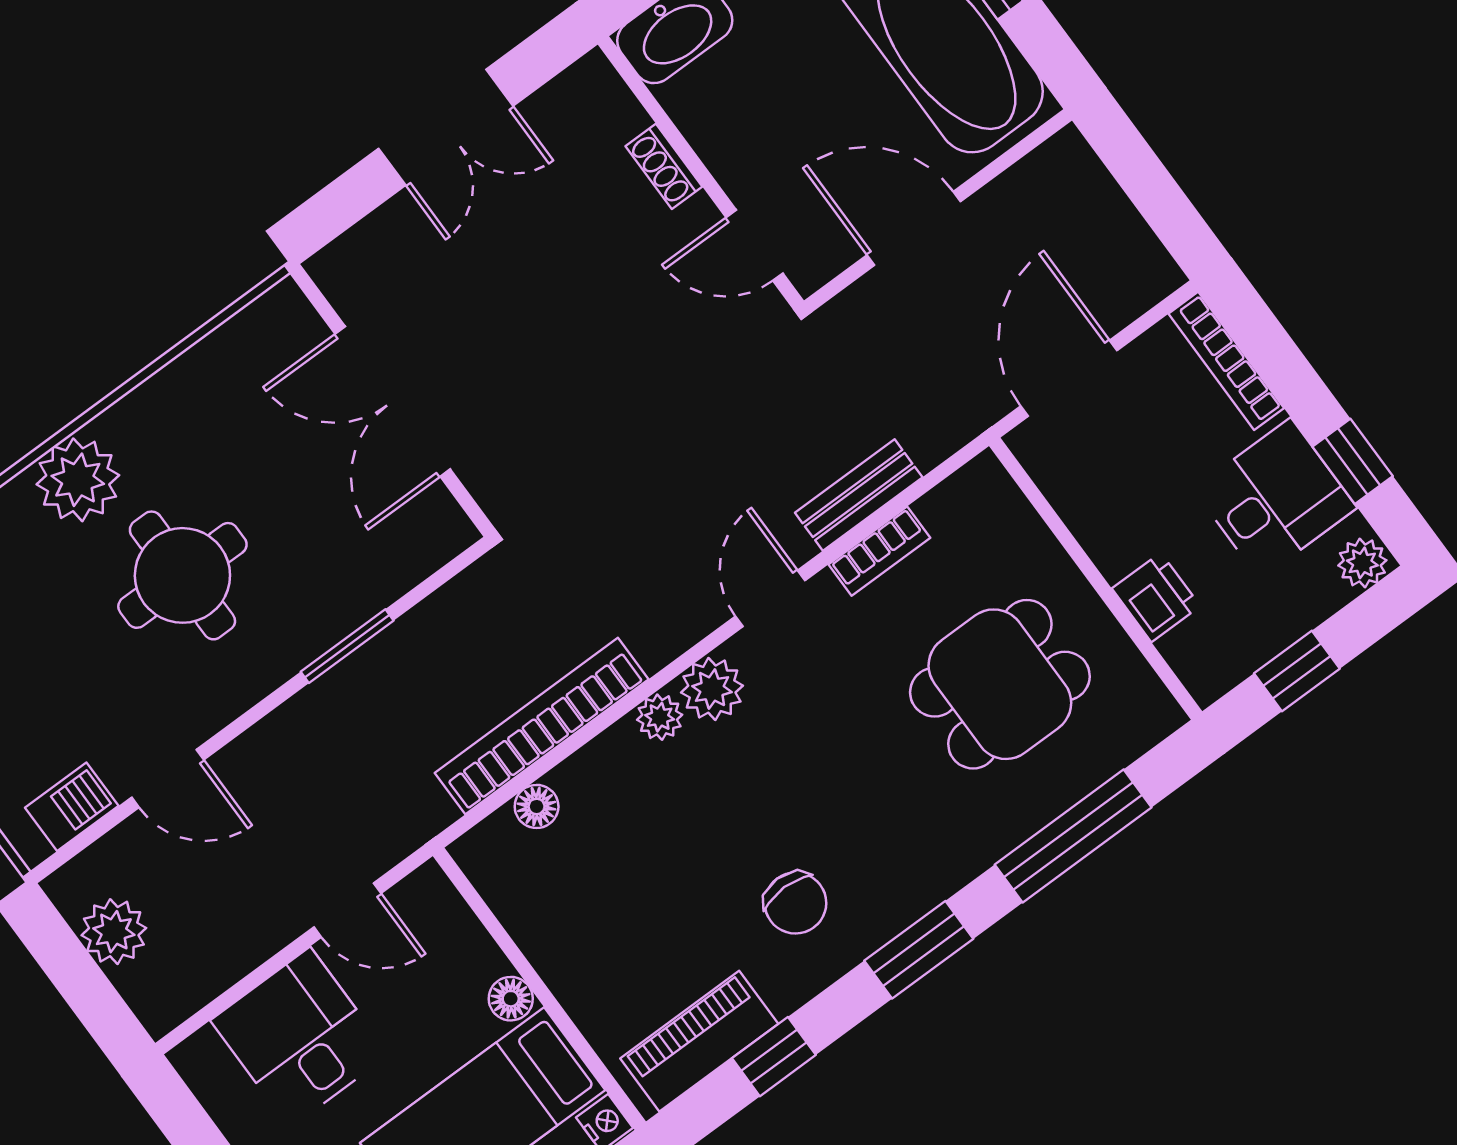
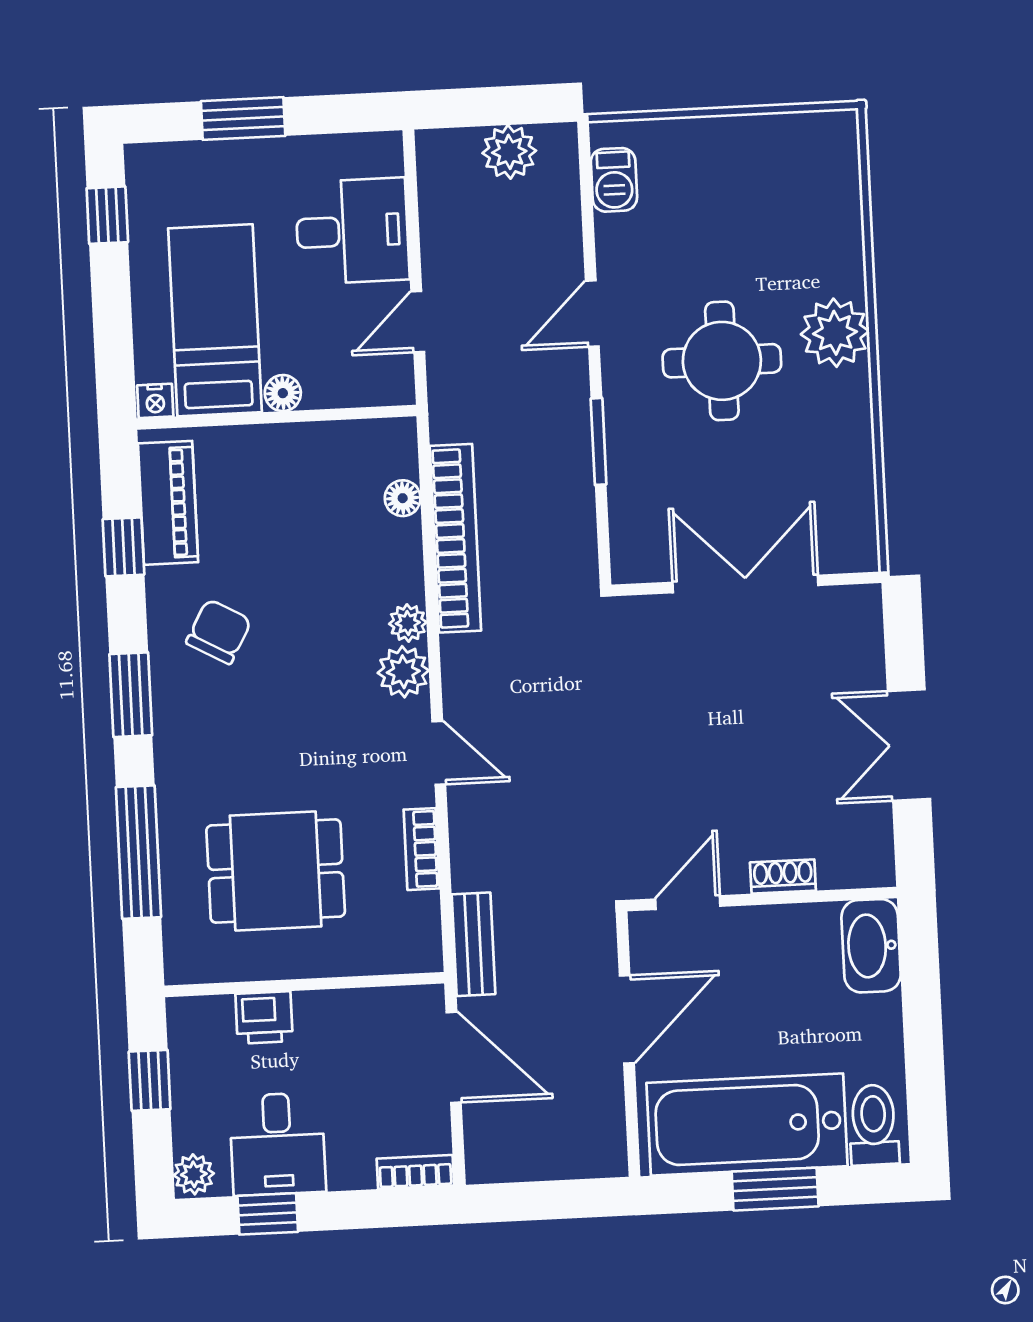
bookcase: (1226, 361) -> (415, 1172), width x0.64
bench: (859, 495) -> (473, 944), moved
dining table: (1000, 684) -> (276, 871), turned 90
door: (168, 778) -> (592, 314), moved
chair: (795, 903) -> (219, 632), turned 119

